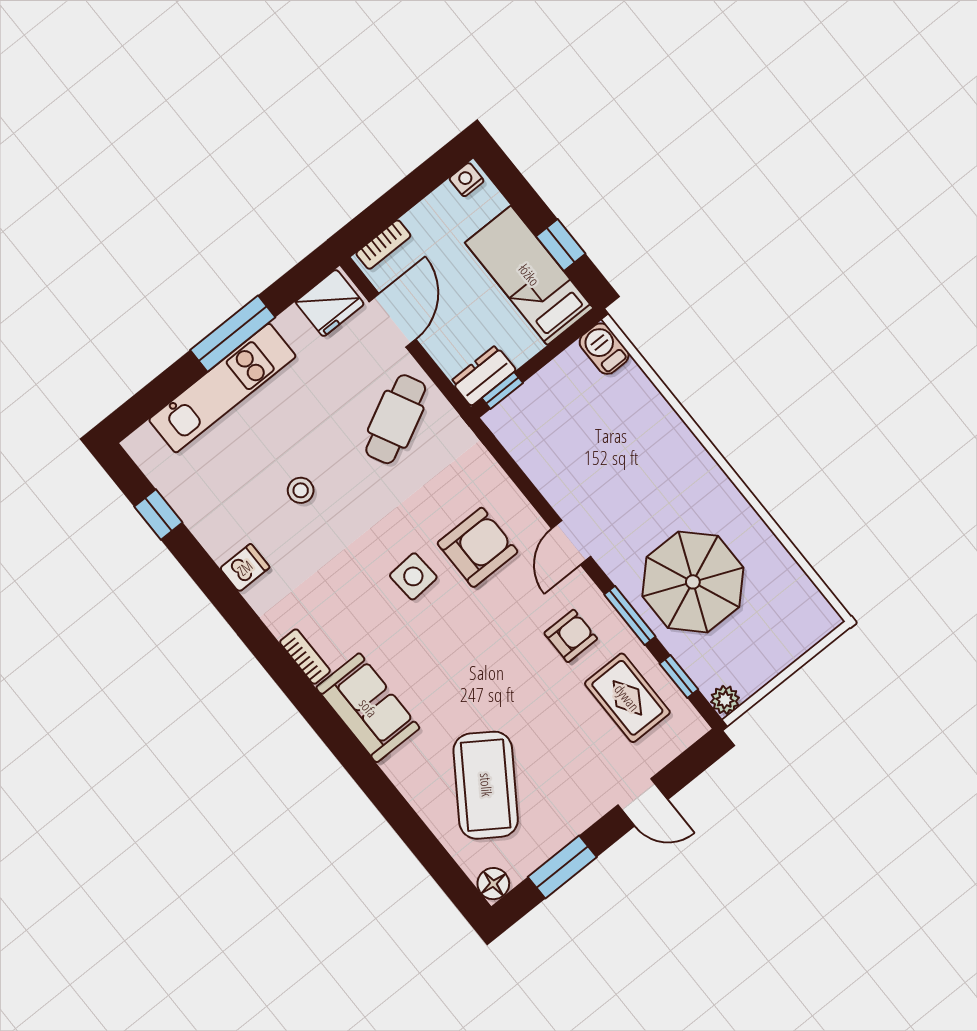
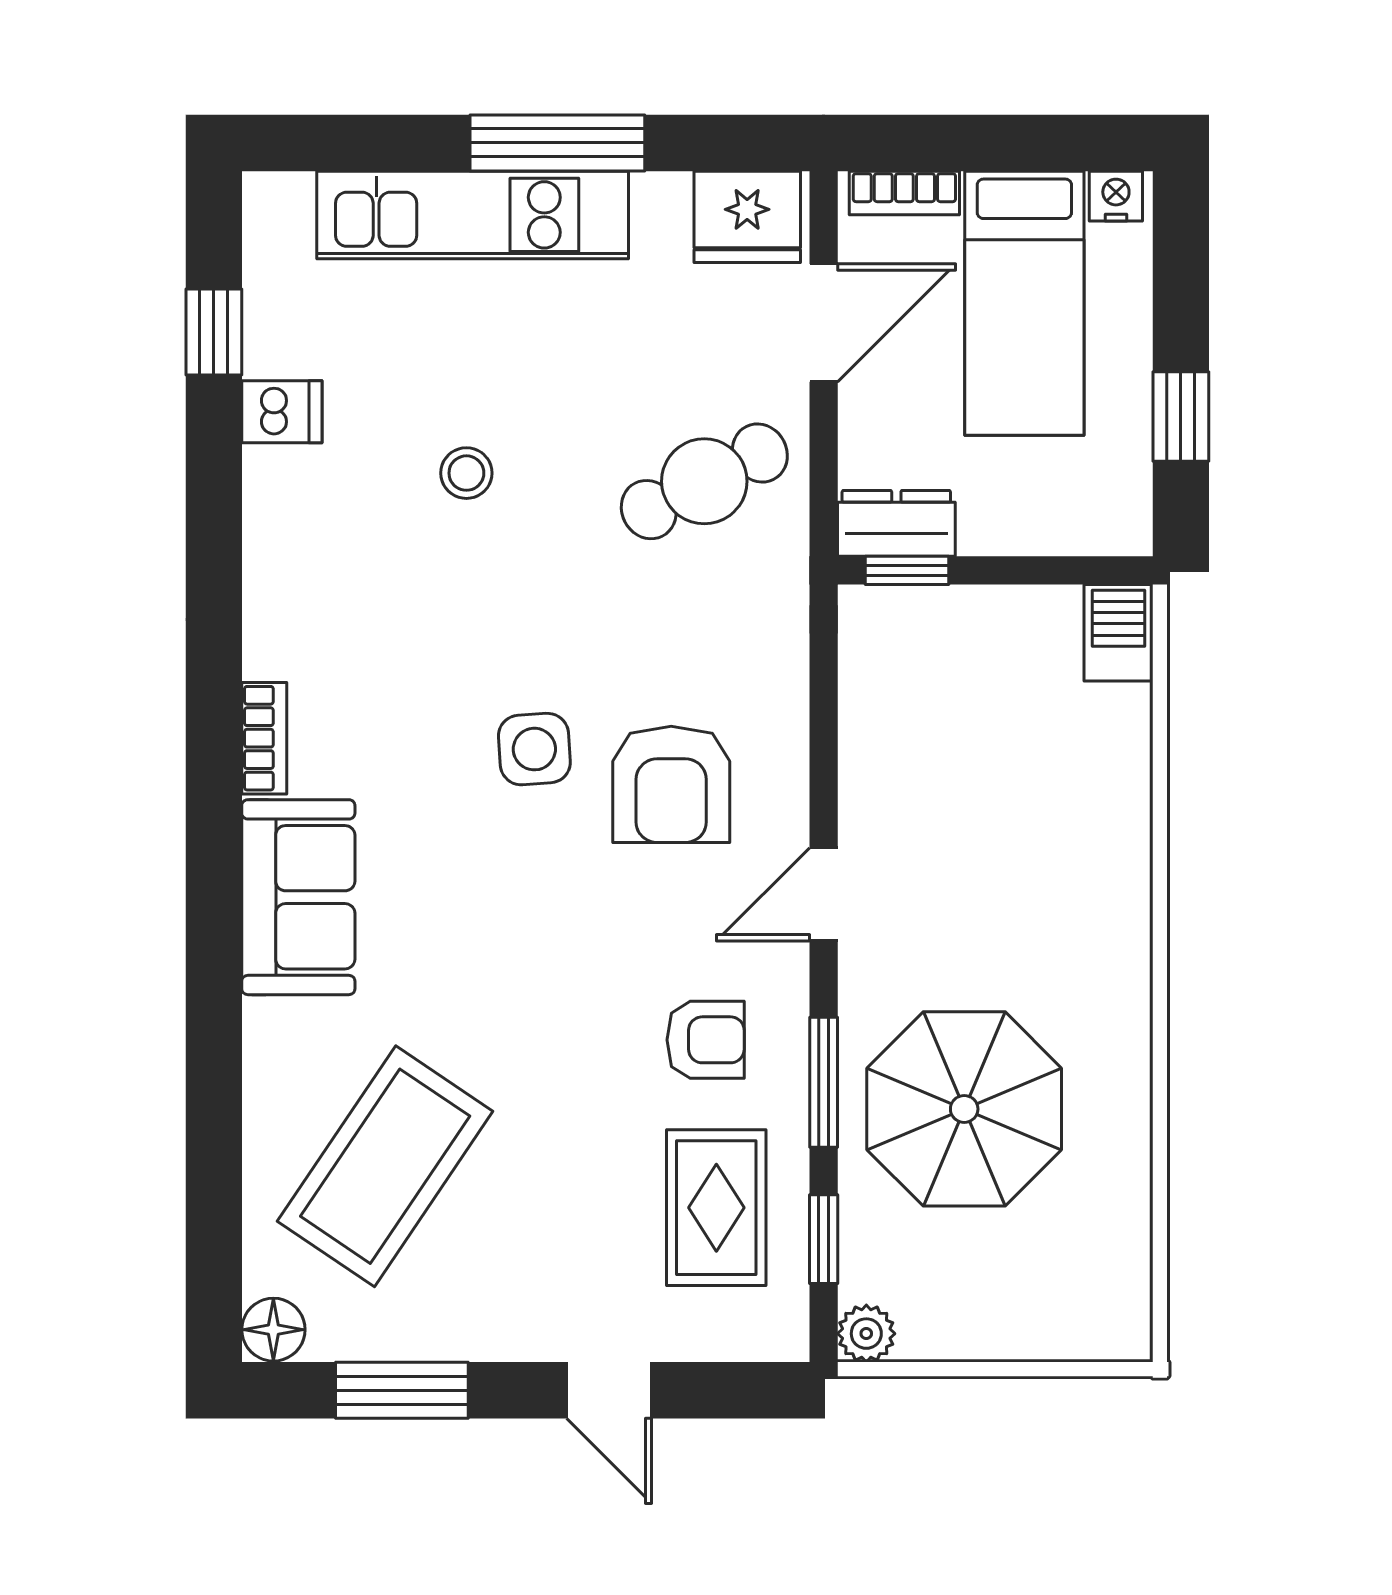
bed: (529, 275) -> (1024, 303), moved, turned 180
armchair: (478, 547) -> (671, 784), turned 90
dishwasher: (245, 568) -> (282, 412), moved

